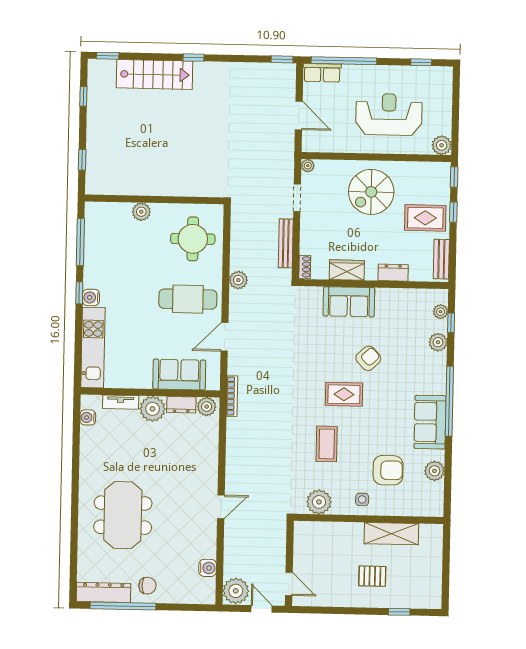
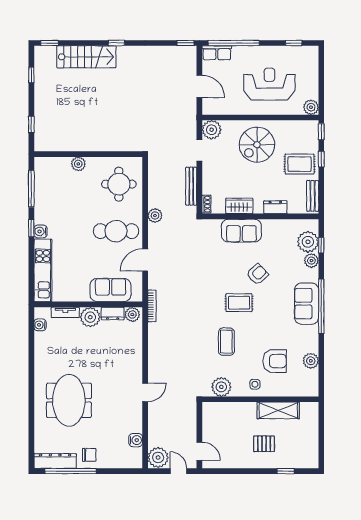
plant: (308, 166) -> (212, 130), width x1.88, depth x1.88
plant: (441, 312) -> (308, 242), width x1.88, depth x1.88
sofa: (430, 422) -> (307, 304), moved

